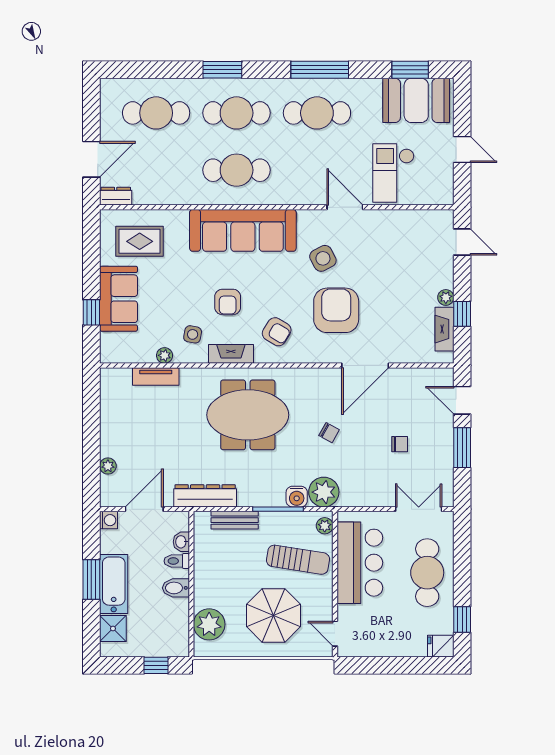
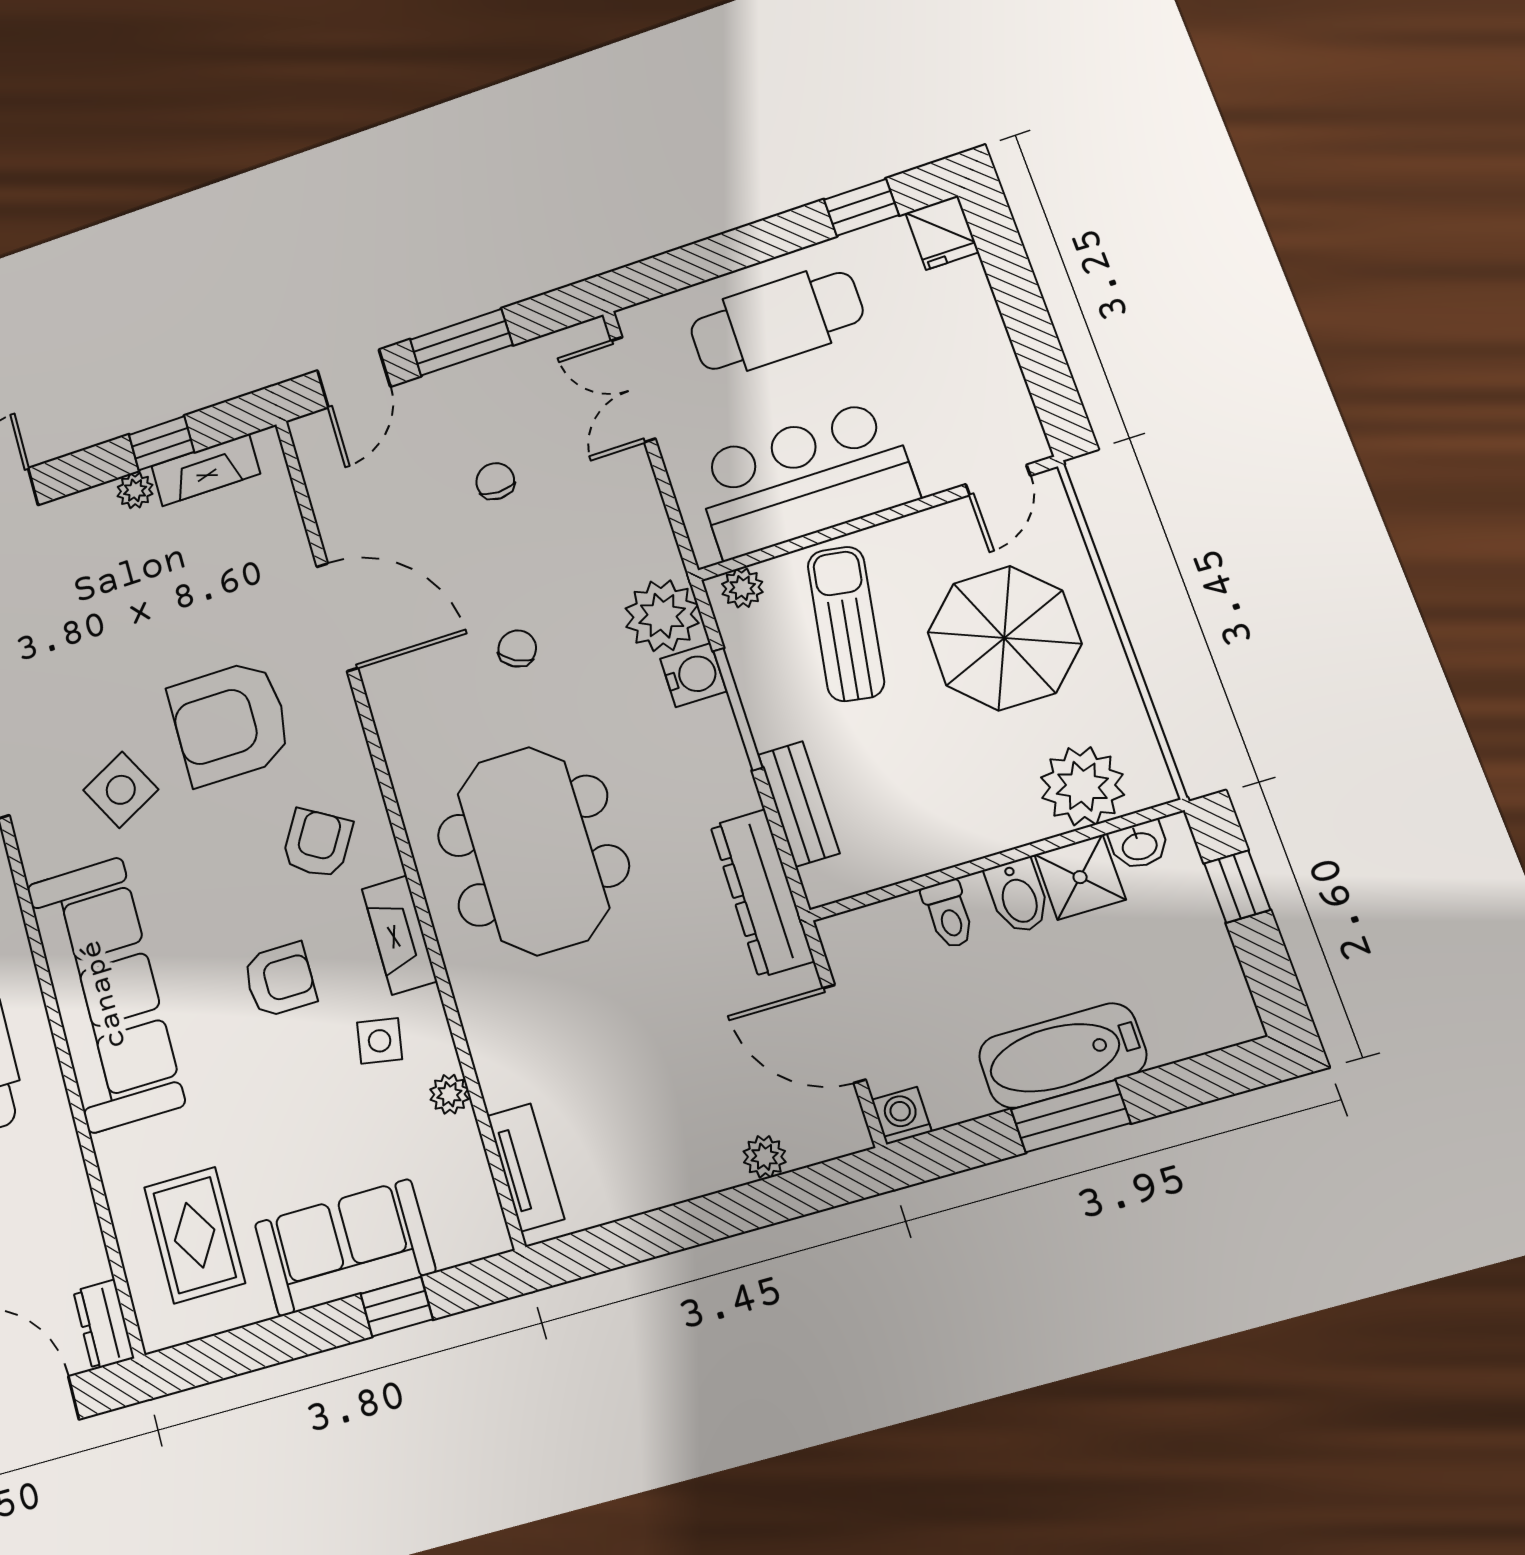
tv unit: (156, 376) -> (526, 1167), moved
washbasin: (181, 542) -> (1139, 845), moved
shower: (113, 628) -> (1080, 877), moved

